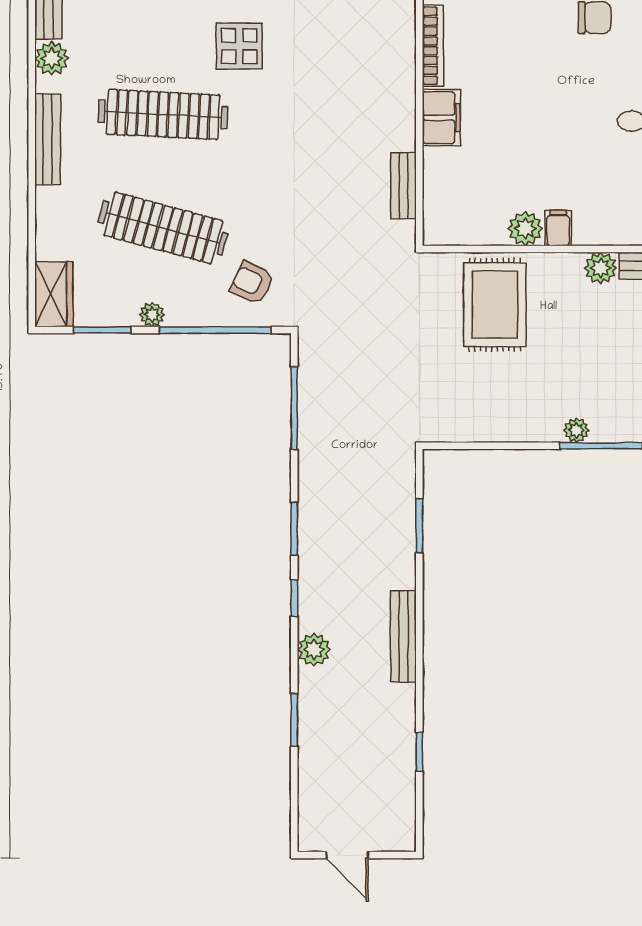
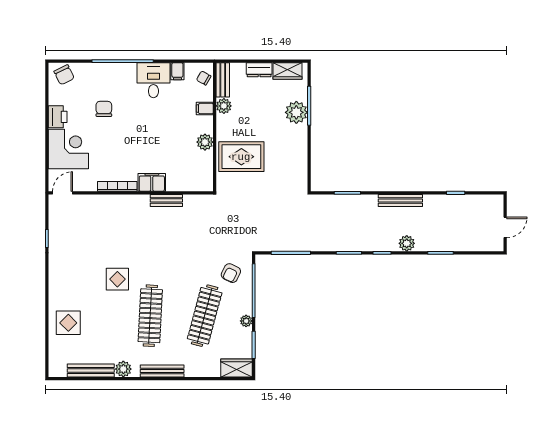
bench: (403, 186) -> (166, 200), moved
filing cabinet: (558, 228) -> (205, 109), moved
plant: (576, 430) -> (296, 112), width x1.88, depth x1.88

